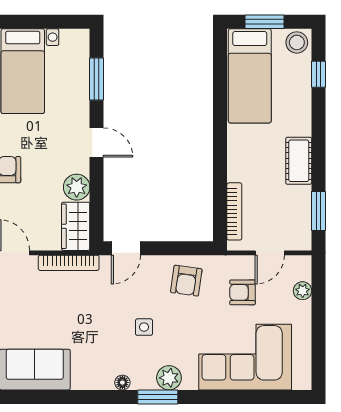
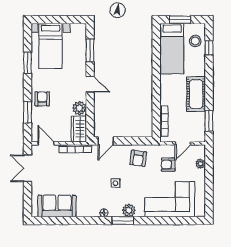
stool: (297, 42) -> (195, 41), moved
cot: (299, 161) -> (196, 94), width x1.37, depth x1.34

